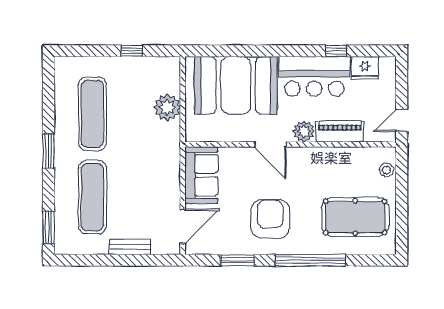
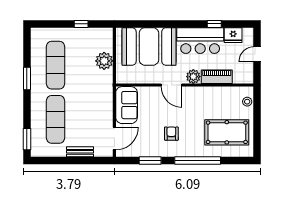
door: (402, 121) -> (257, 54), moved
window: (49, 151) -> (27, 79), moved
armchair: (270, 219) -> (171, 134), width x0.53, depth x0.53

